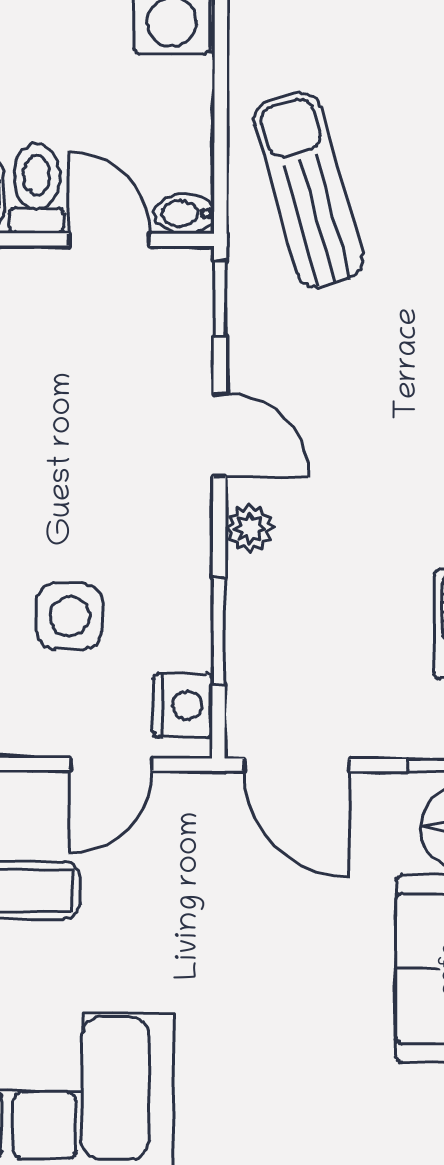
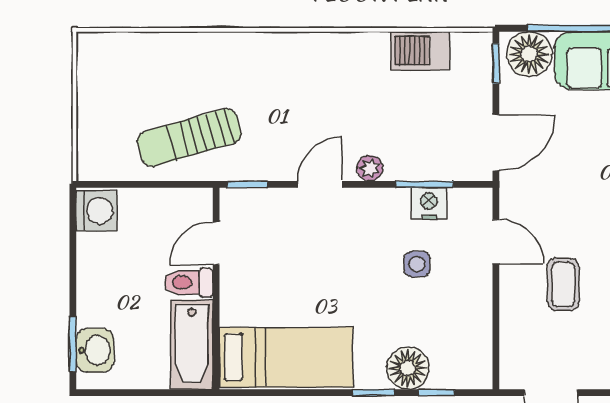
bidet: (185, 214) -> (202, 203), removed
side table: (69, 616) -> (417, 264), width x0.73, depth x0.73
nightstand: (183, 706) -> (429, 204), moved

